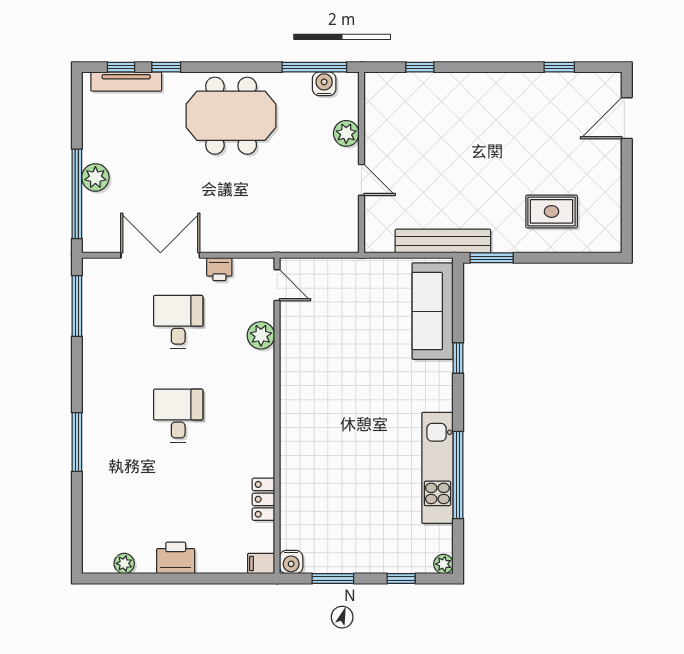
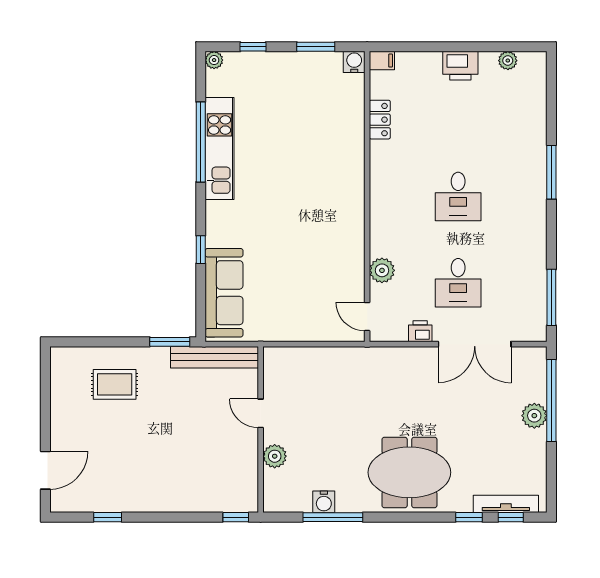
plant: (346, 133) -> (275, 456), moved
wall: (361, 162) -> (261, 429), moved
door: (361, 180) -> (261, 413), moved

